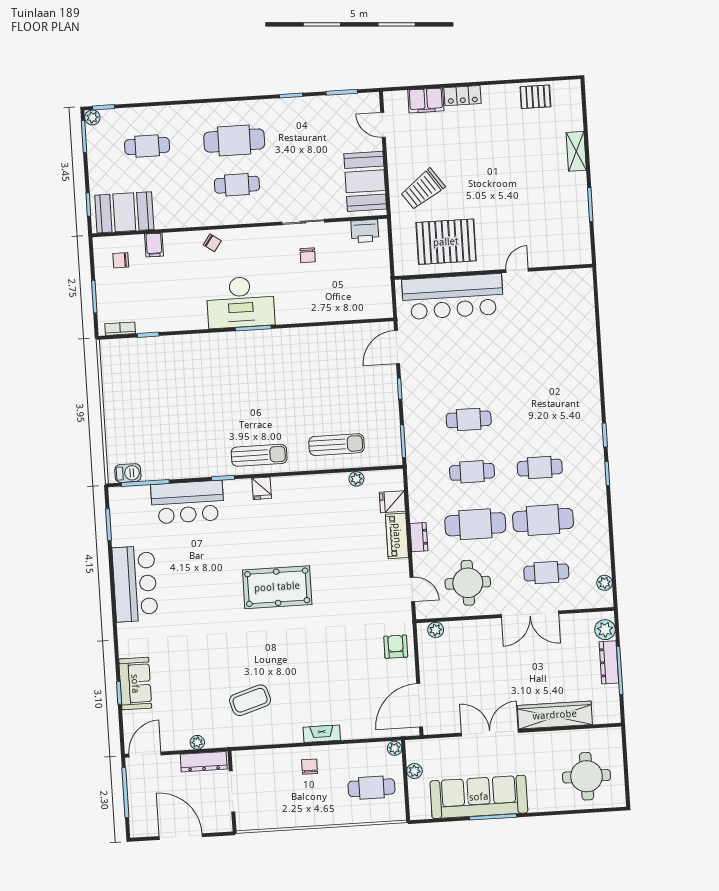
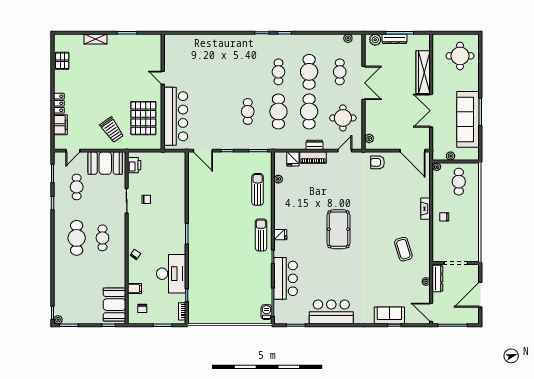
cafe table: (147, 146) -> (77, 187), moved
desk: (240, 302) -> (171, 274), moved
cafe table: (472, 472) -> (278, 111), width x1.37, depth x1.35

